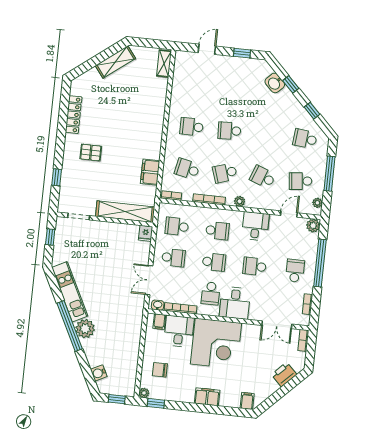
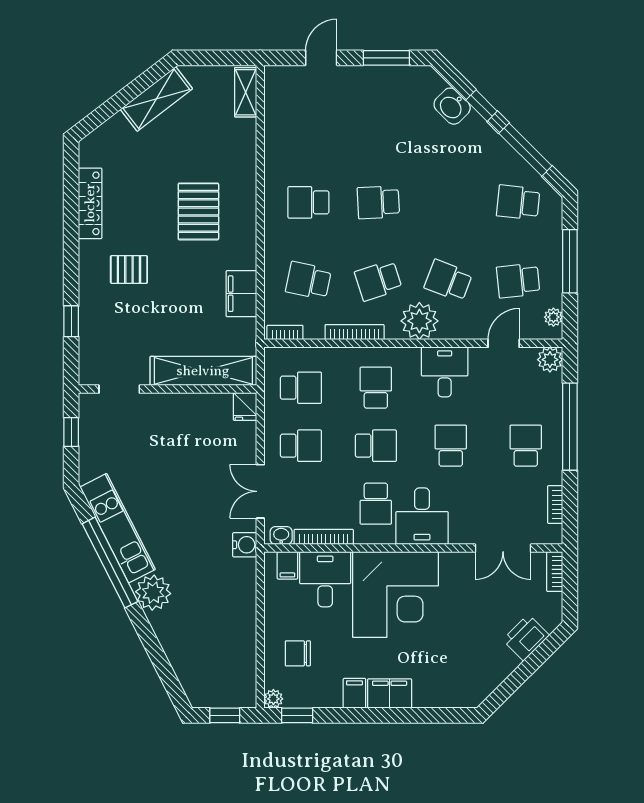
window: (242, 53) -> (386, 58), width x1.50
window: (312, 111) -> (525, 150), width x2.17
pallet: (132, 125) -> (198, 211), added
plant: (240, 201) -> (419, 321), width x1.87, depth x1.87
school desk: (177, 226) -> (301, 388), turned 180
school desk: (217, 231) -> (376, 388), turned -90
school desk: (254, 266) -> (451, 446), turned 90
window: (70, 326) -> (110, 563), moved
water cooler: (99, 373) -> (245, 545), moved, turned -153
filing cabinet: (247, 401) -> (354, 693), moved

